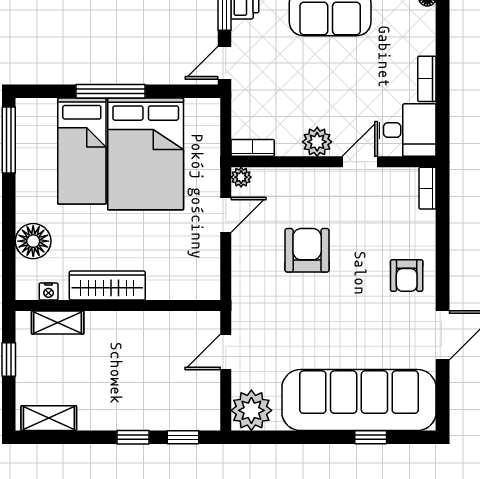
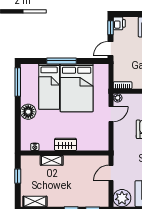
floor lamp: (33, 241) -> (28, 112), moved
wardrobe: (107, 286) -> (65, 144), width x0.67
shelving: (58, 323) -> (52, 160), moved

